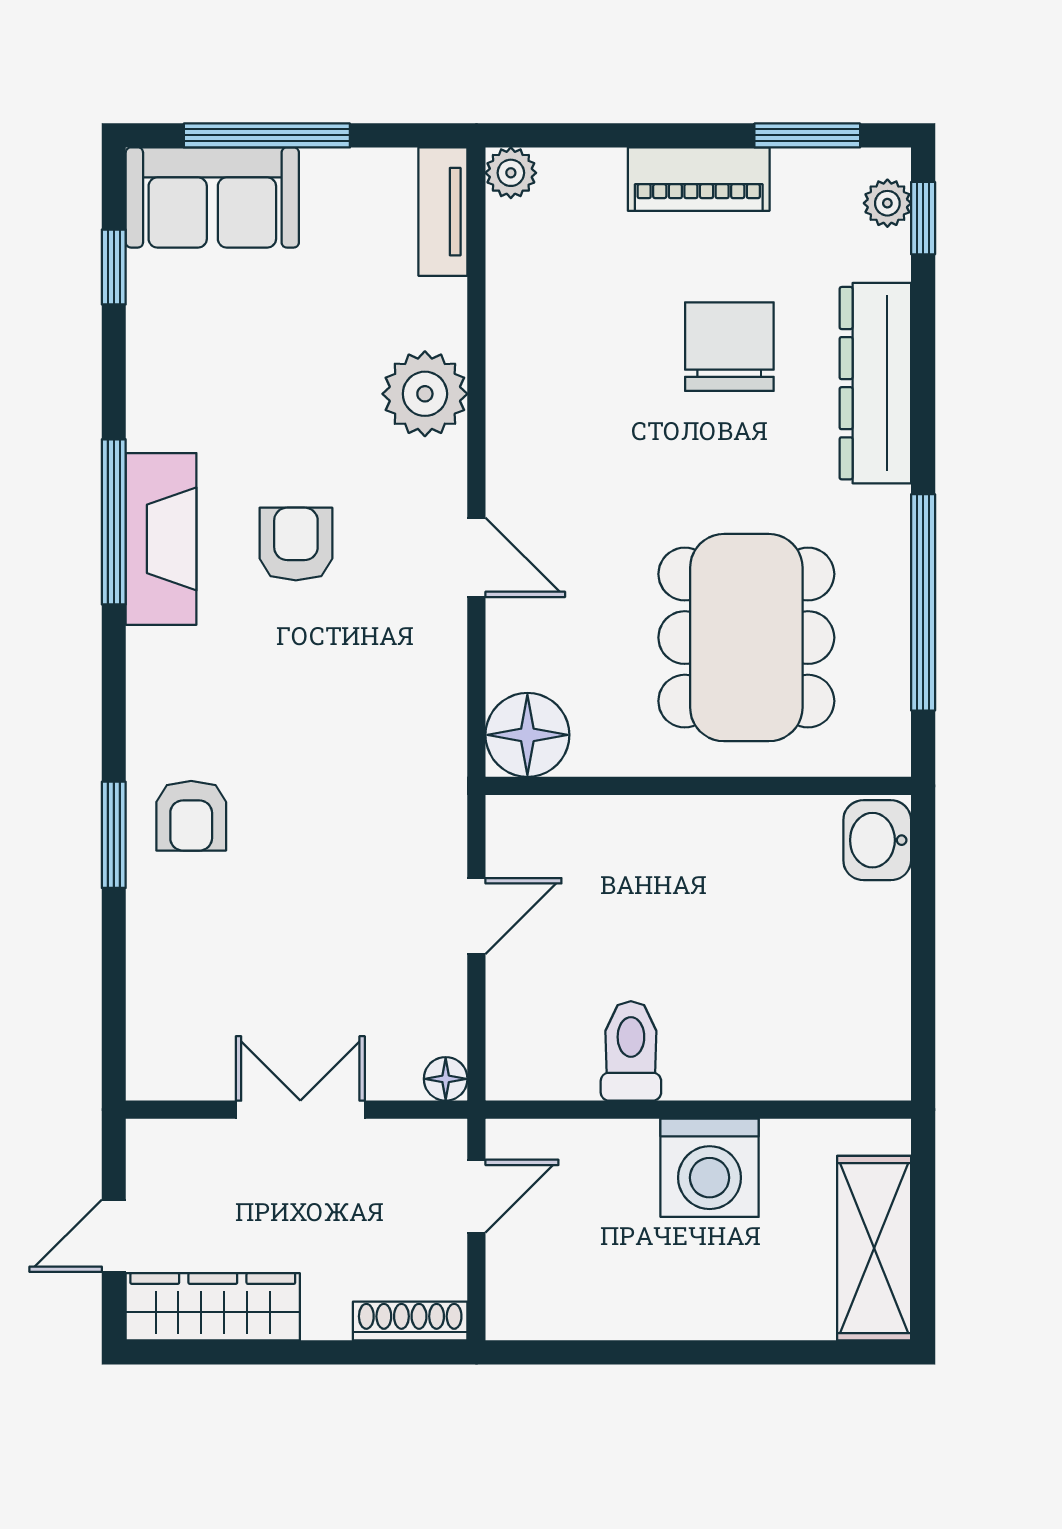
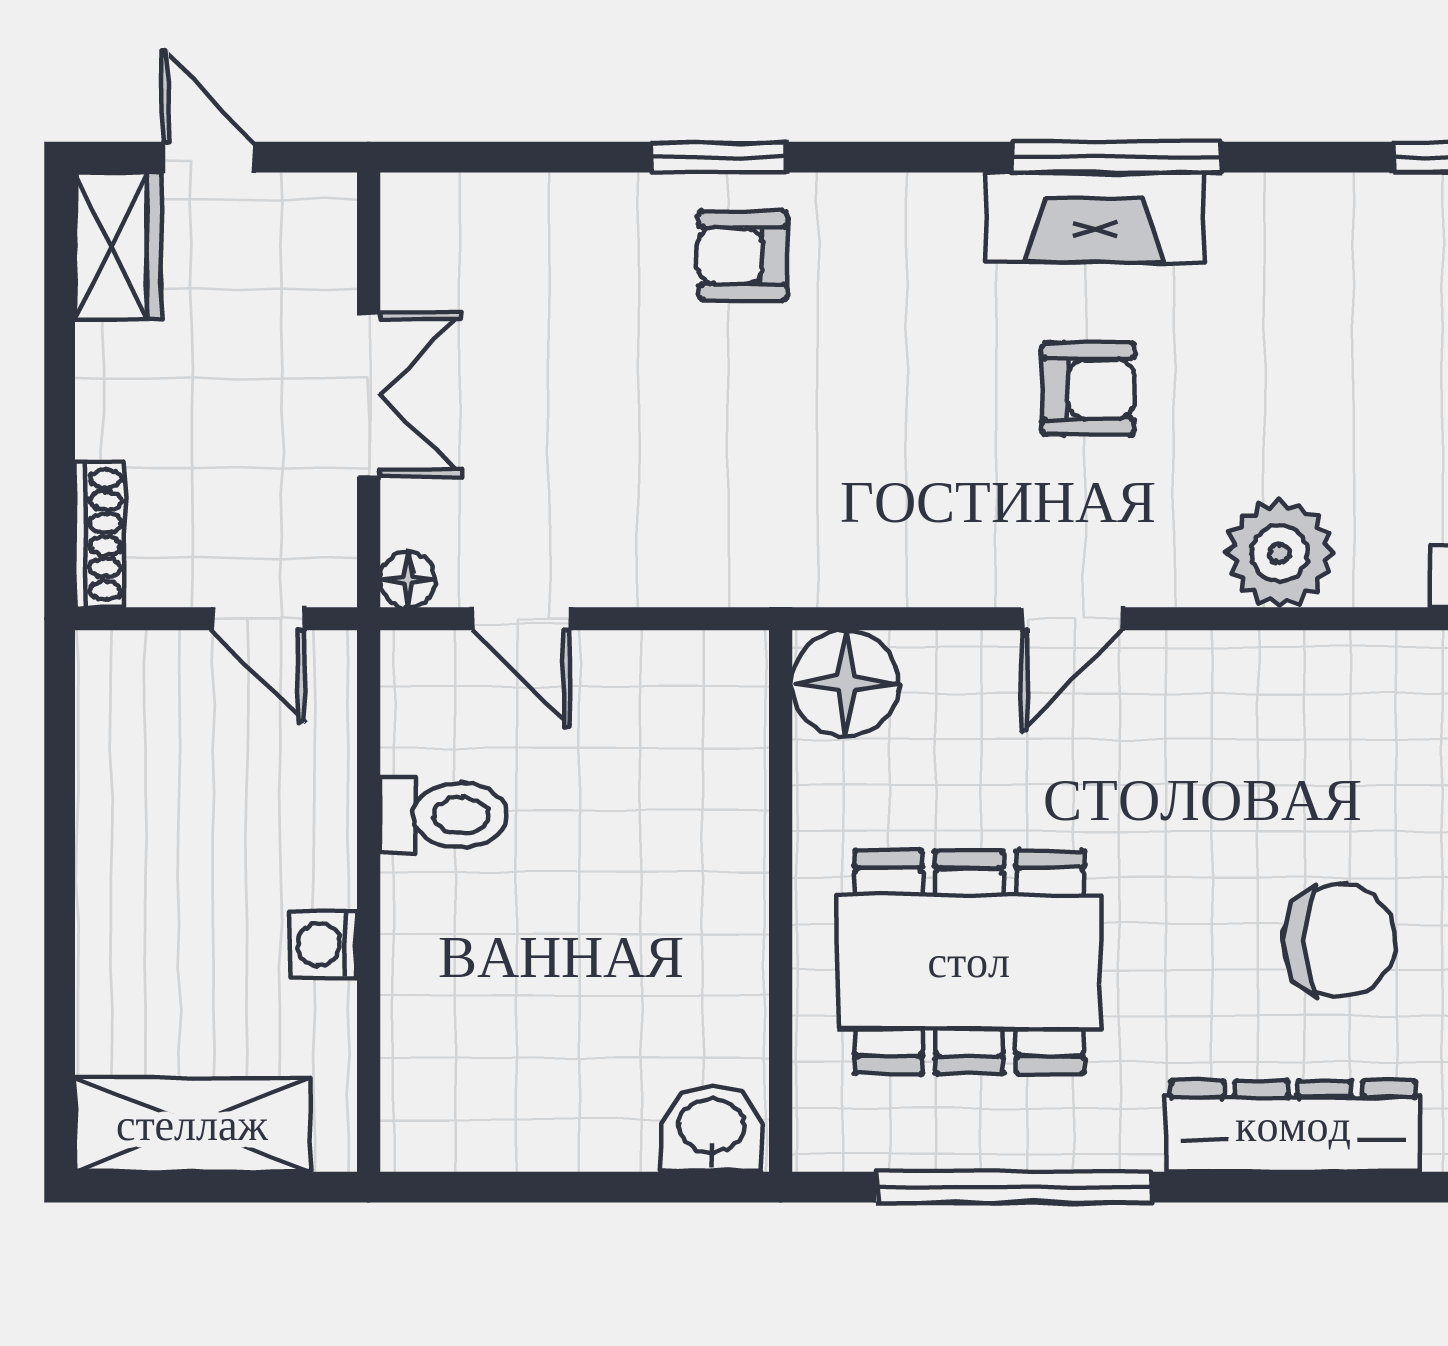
door: (476, 916) -> (522, 619), moved
washing machine: (710, 1168) -> (324, 945), width x0.53, depth x0.53
wardrobe: (213, 1307) -> (118, 246), width x0.67

